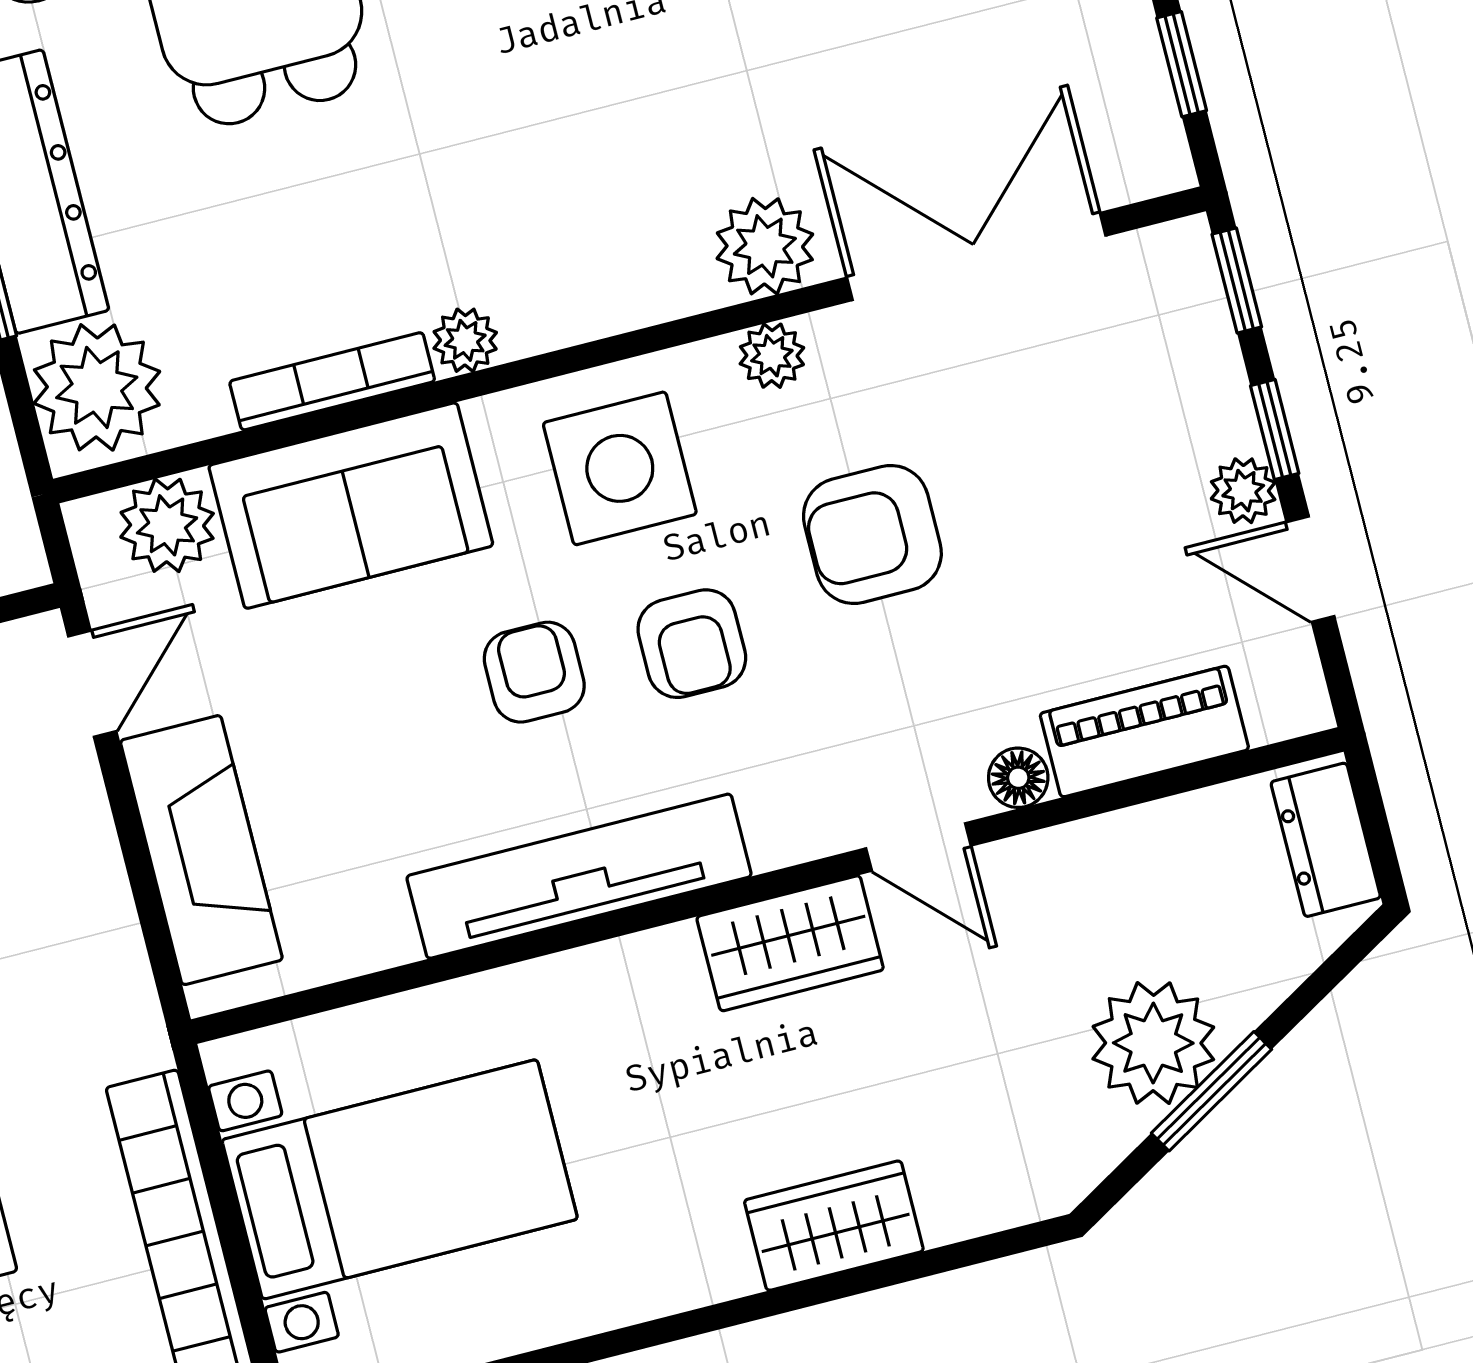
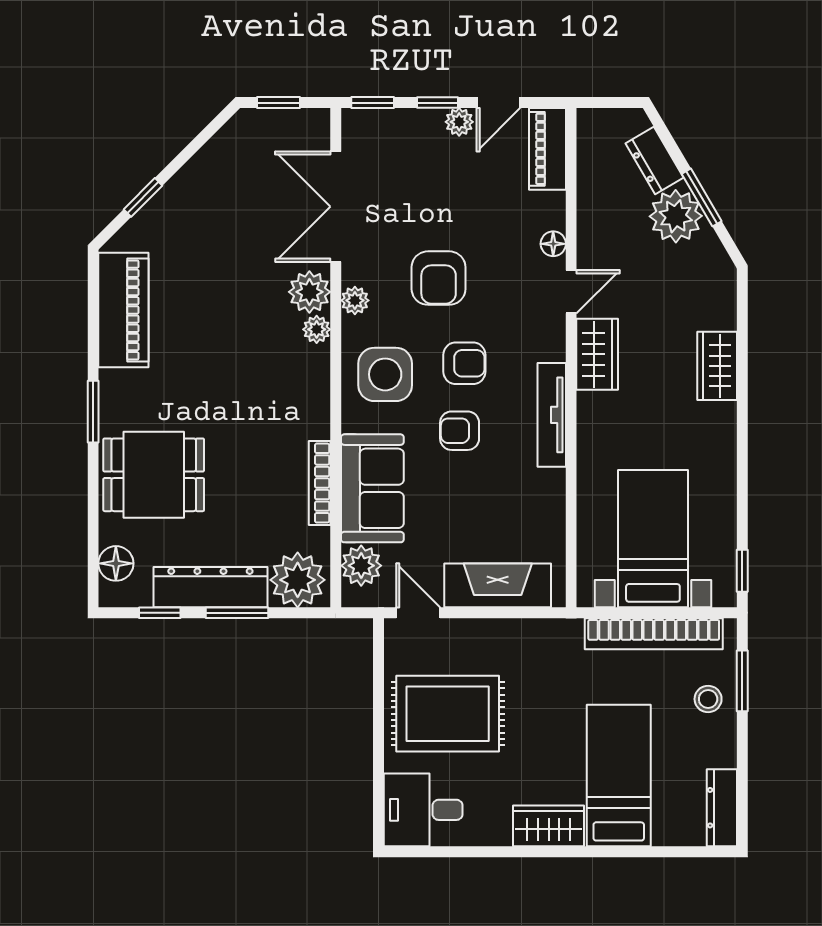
plant: (465, 340) -> (317, 329), moved
piano: (1144, 731) -> (547, 149), moved
dresser: (1326, 840) -> (655, 161), moved, turned 60
tv unit: (579, 876) -> (552, 415), width x0.73, depth x0.78

